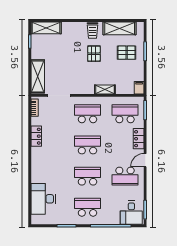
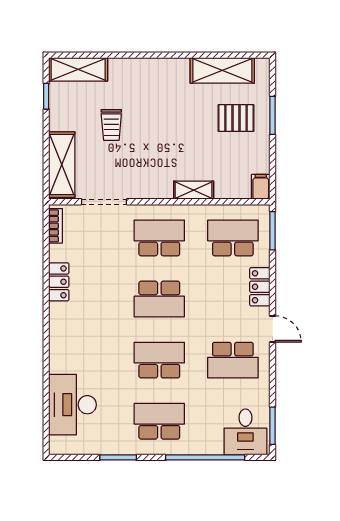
trolley: (93, 31) -> (111, 125), moved
pallet: (94, 54) -> (172, 120), removed
school desk: (87, 145) -> (159, 299), turned 180
door: (145, 160) -> (273, 329), swing flipped

